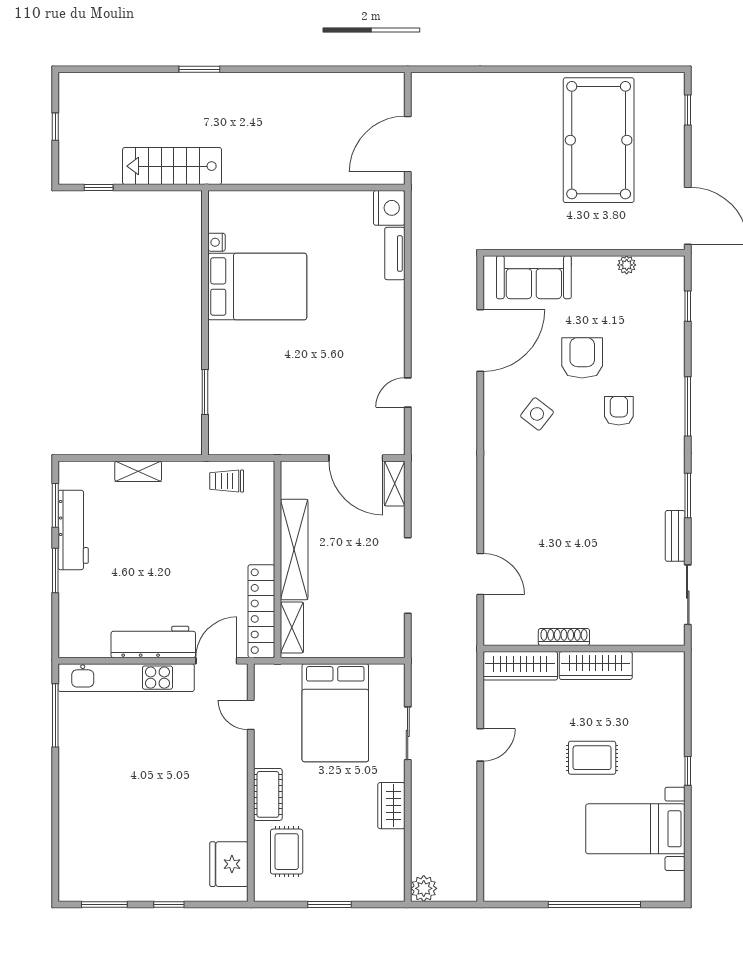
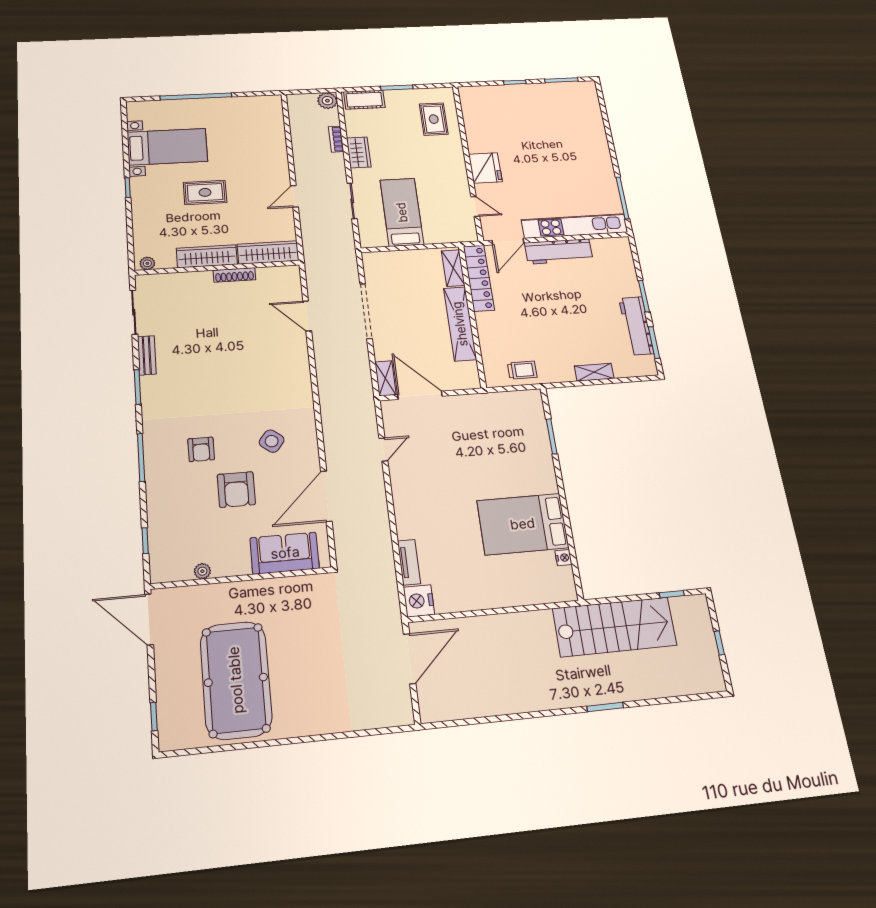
stairs: (172, 166) -> (615, 627), width x1.36, depth x1.51
plant: (668, 661) -> (147, 263), added
bed: (335, 713) -> (402, 212), width x0.67
cot: (268, 794) -> (364, 100), moved, turned 90
bookcase: (419, 828) -> (336, 139), added
fridge: (229, 864) -> (485, 168), moved

